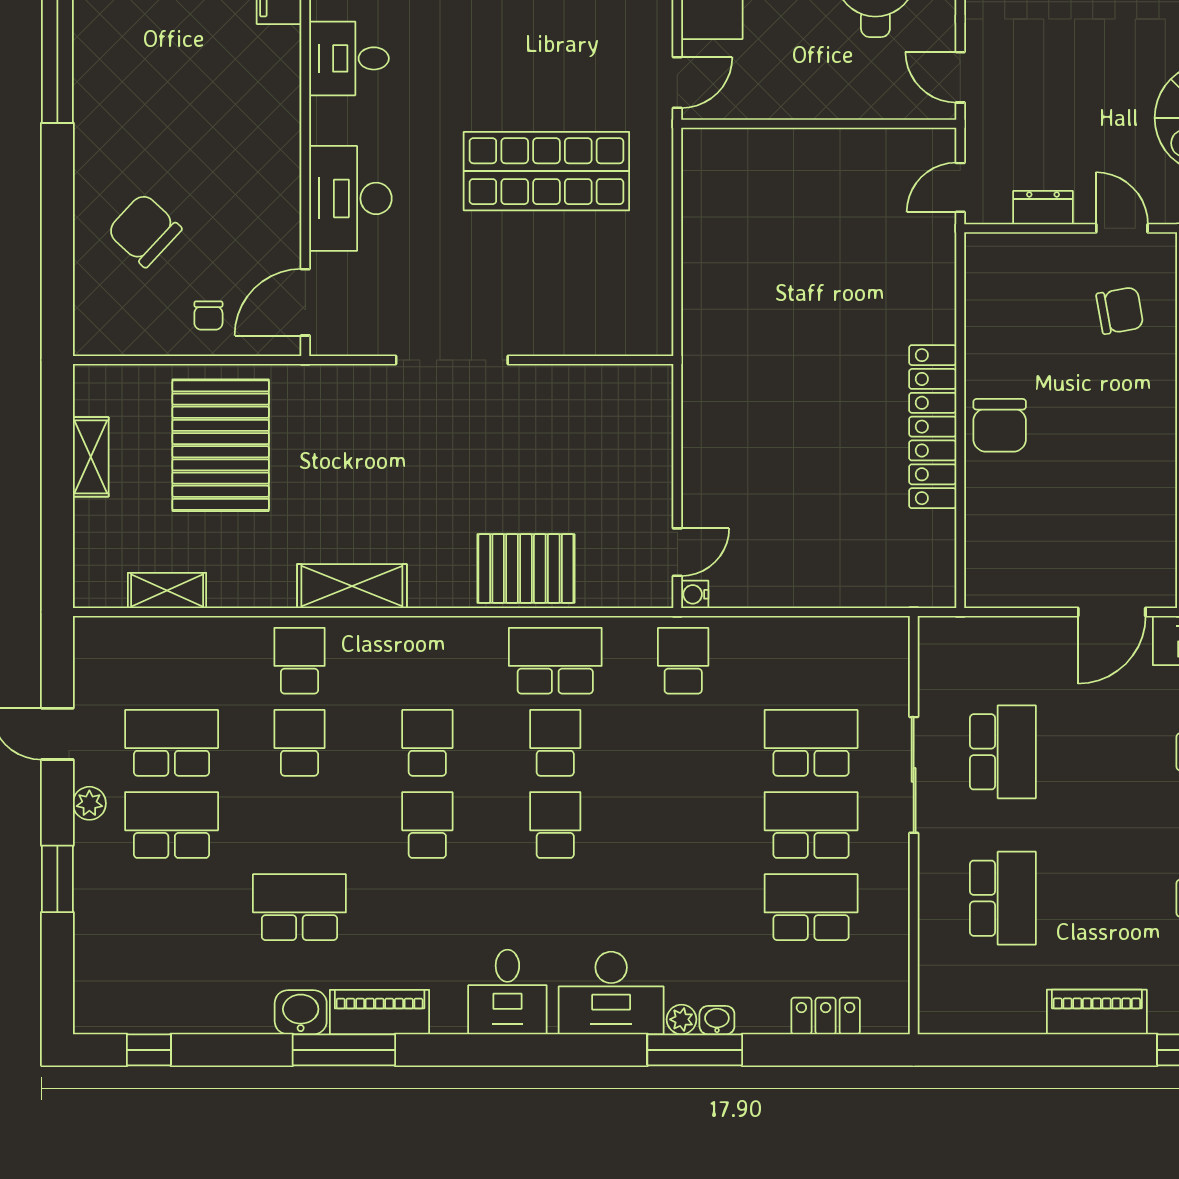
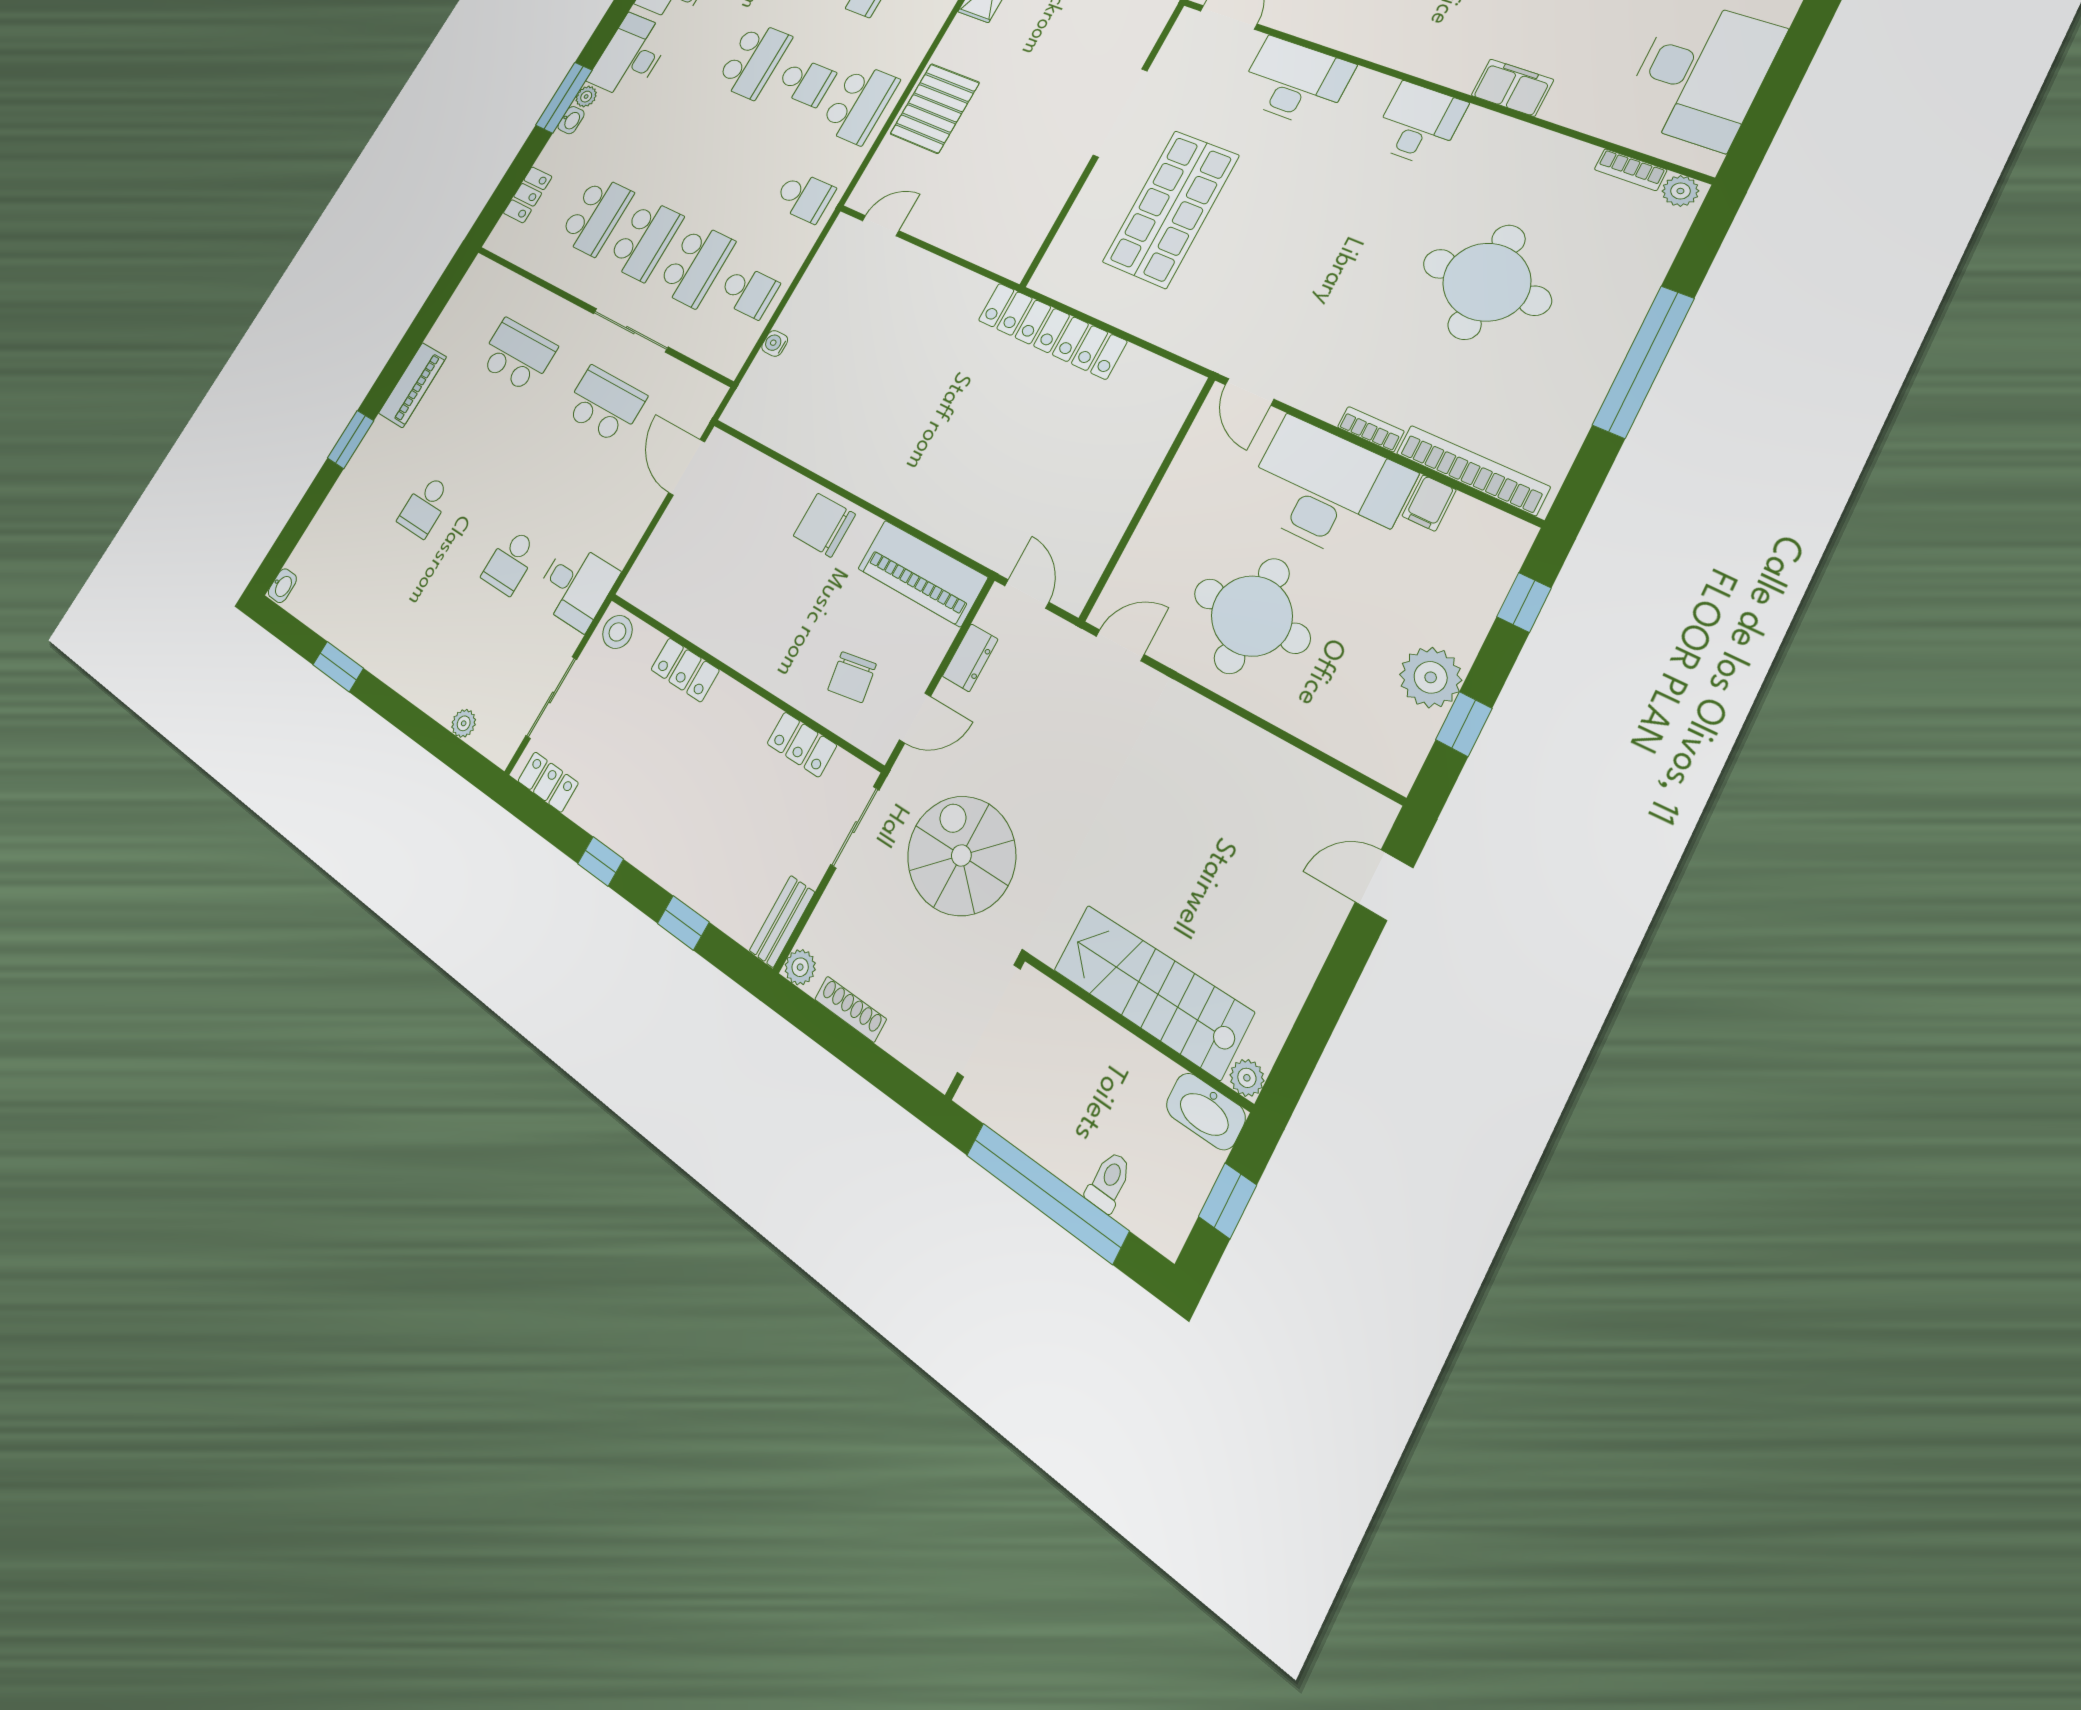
shop shelf: (546, 171) -> (1171, 209), moved
piano: (993, 299) -> (922, 573), added
locker: (933, 427) -> (1052, 331), moved, turned 180
door: (677, 552) -> (881, 226), swing flipped
water cooler: (695, 594) -> (775, 343), moved, turned -90
door: (1112, 612) -> (687, 467), moved
school desk: (811, 661) -> (748, 291), added
school desk: (1003, 752) -> (605, 404), turned 180
school desk: (555, 825) -> (754, 60), width x1.85
school desk: (1003, 898) -> (518, 355), turned 180

